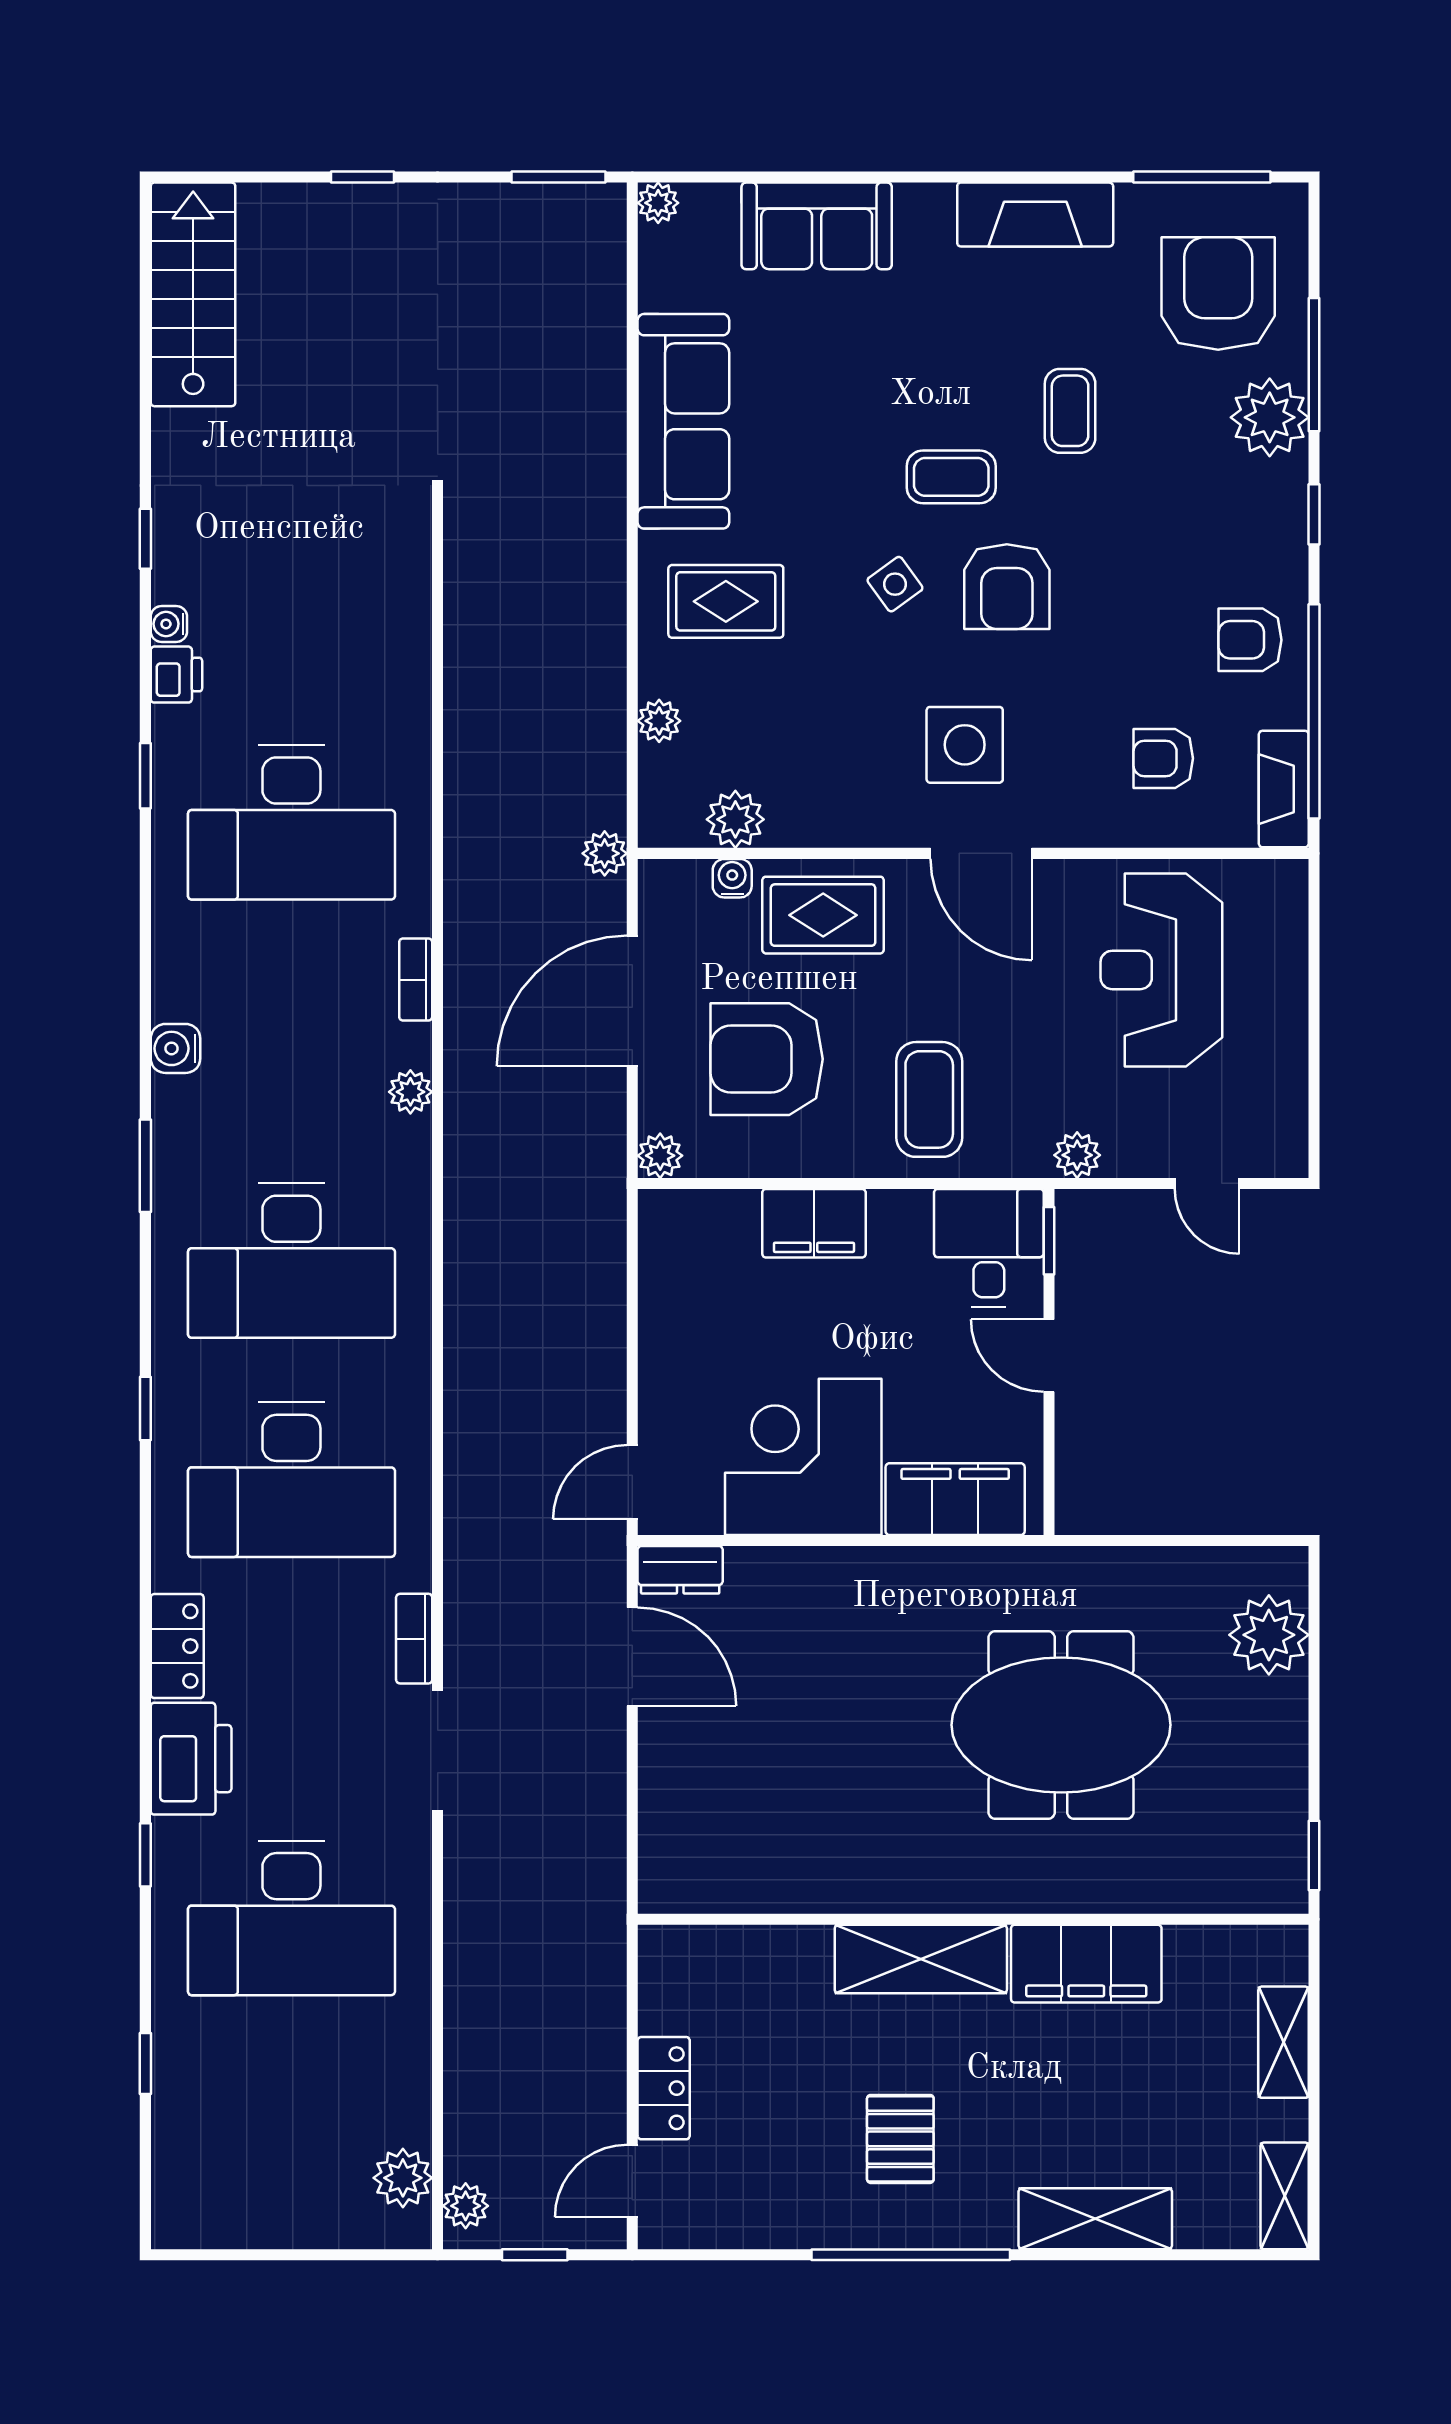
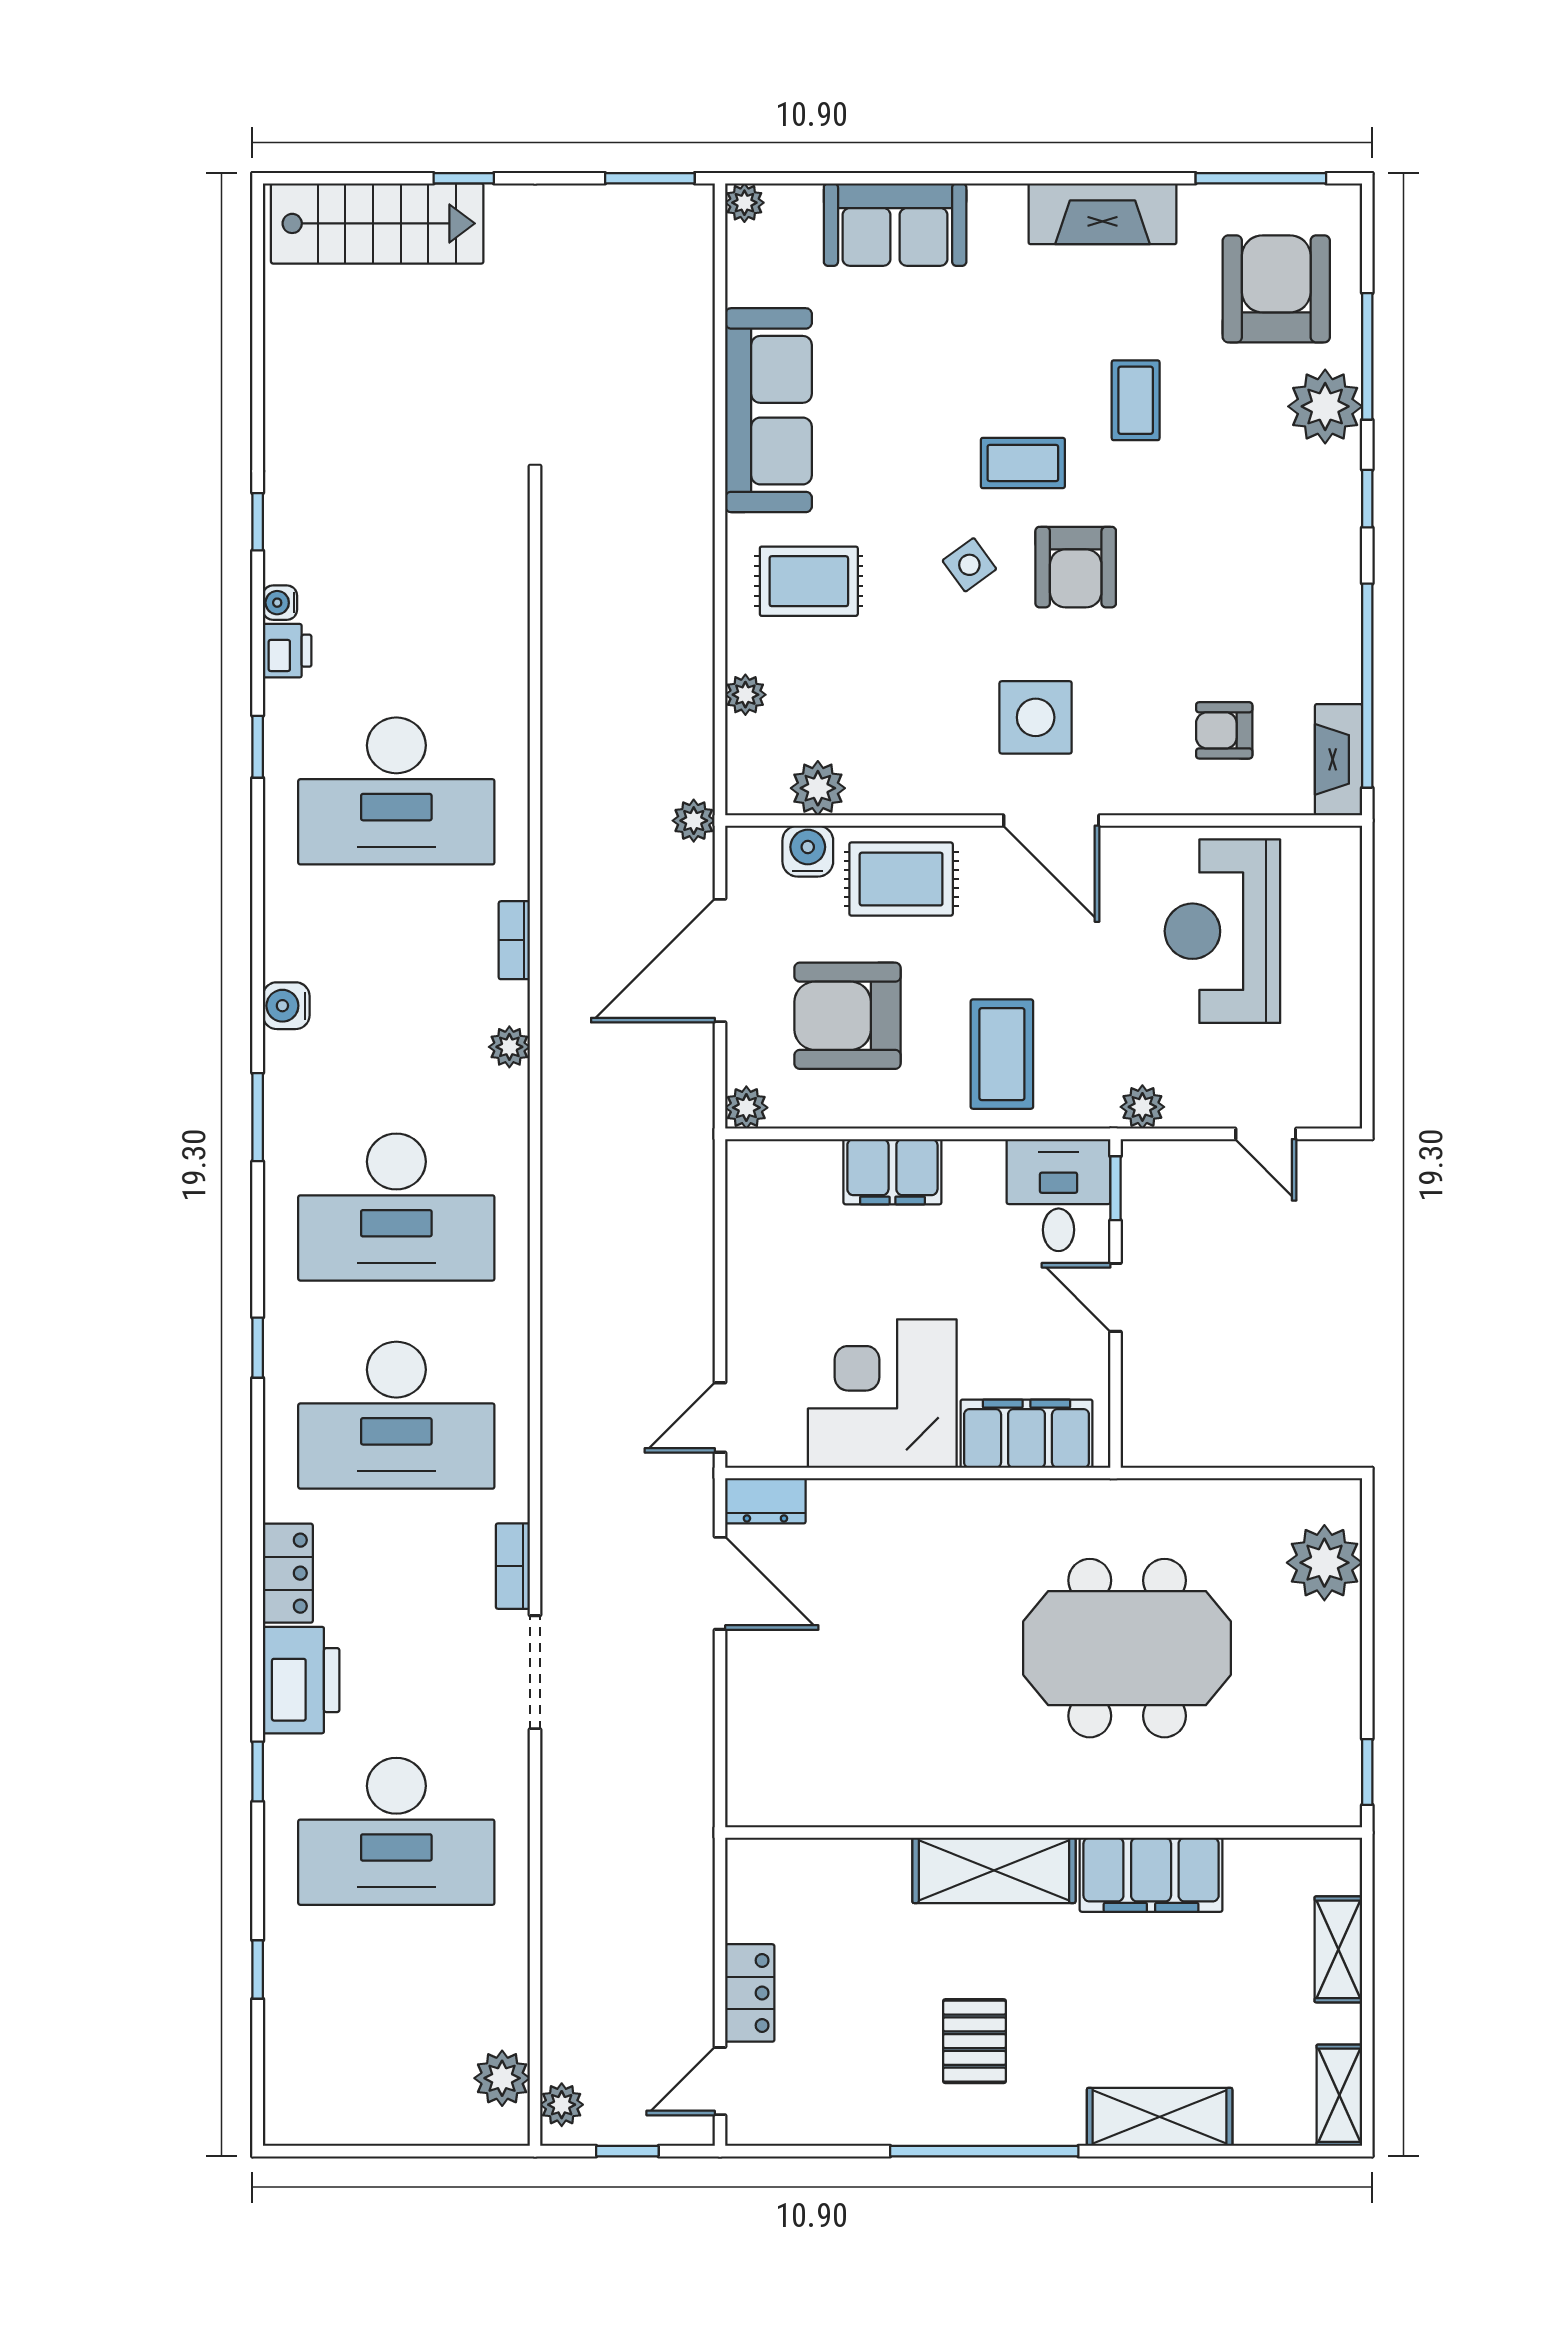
stairs: (193, 294) -> (377, 223), moved, turned 90
armchair: (1250, 640) -> (1307, 618), removed
water cooler: (732, 878) -> (808, 851), width x1.38, depth x1.38

